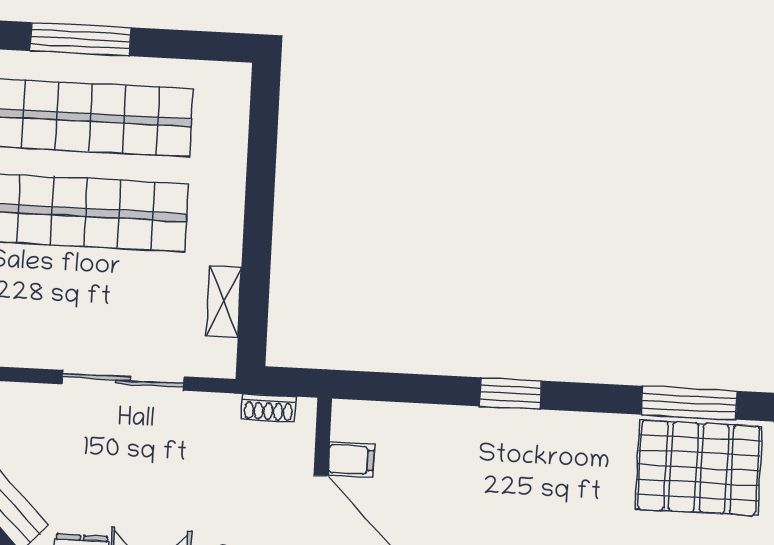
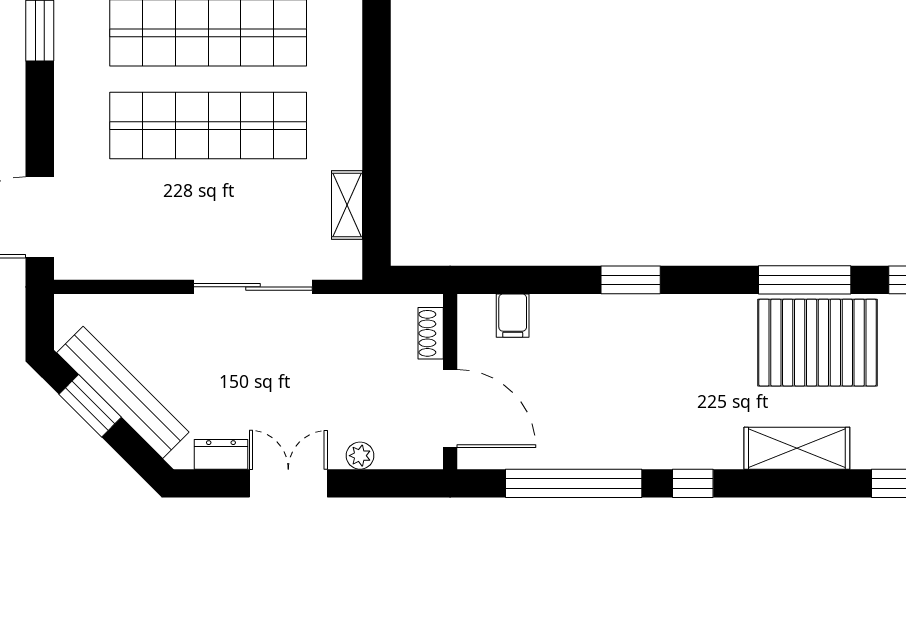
shoe rack: (269, 408) -> (431, 333), moved, turned 90
filing cabinet: (351, 460) -> (513, 316), moved, turned 90

